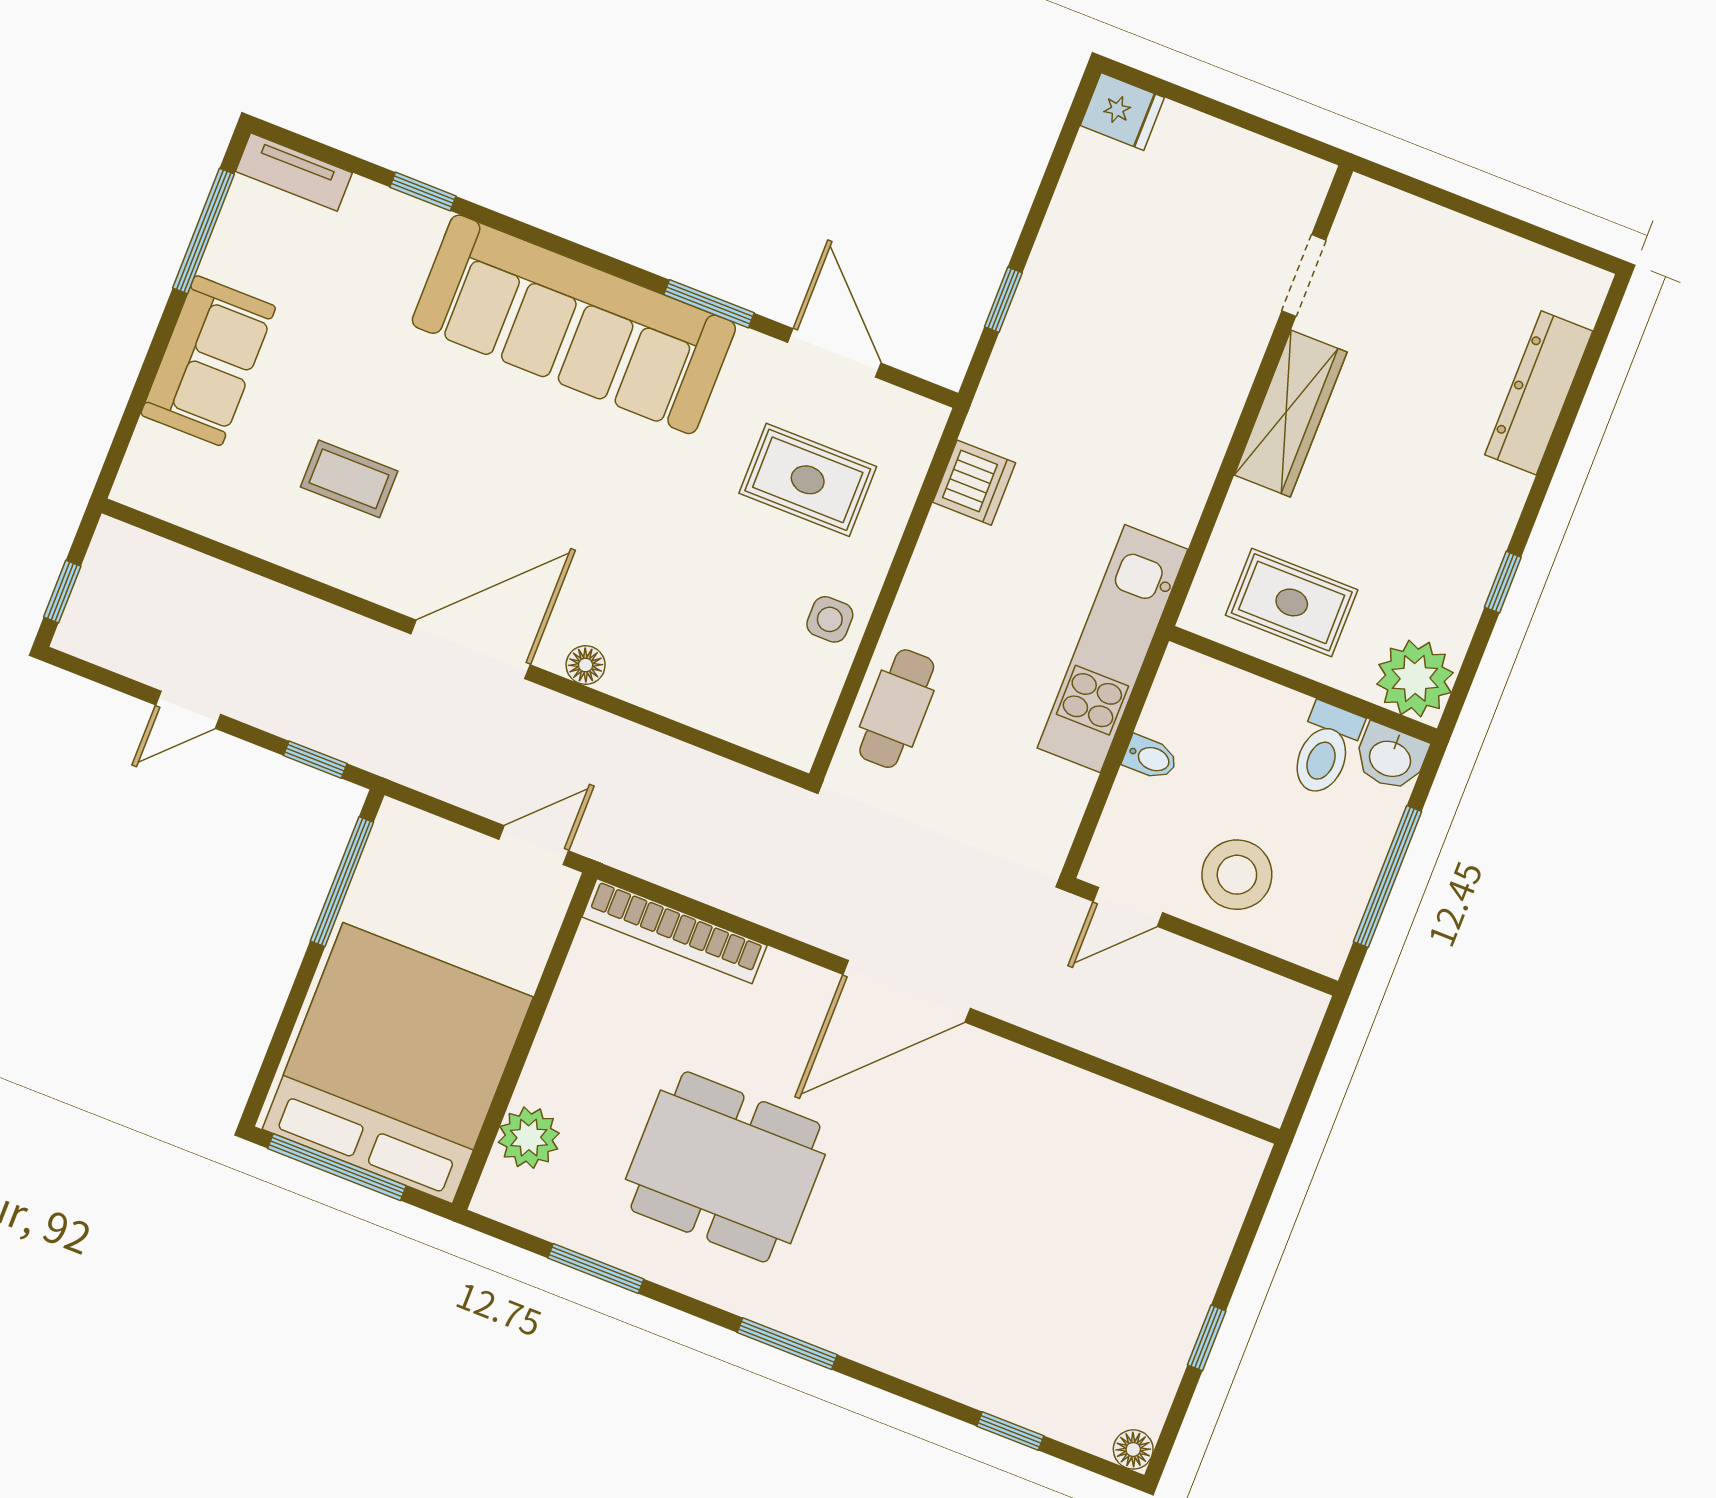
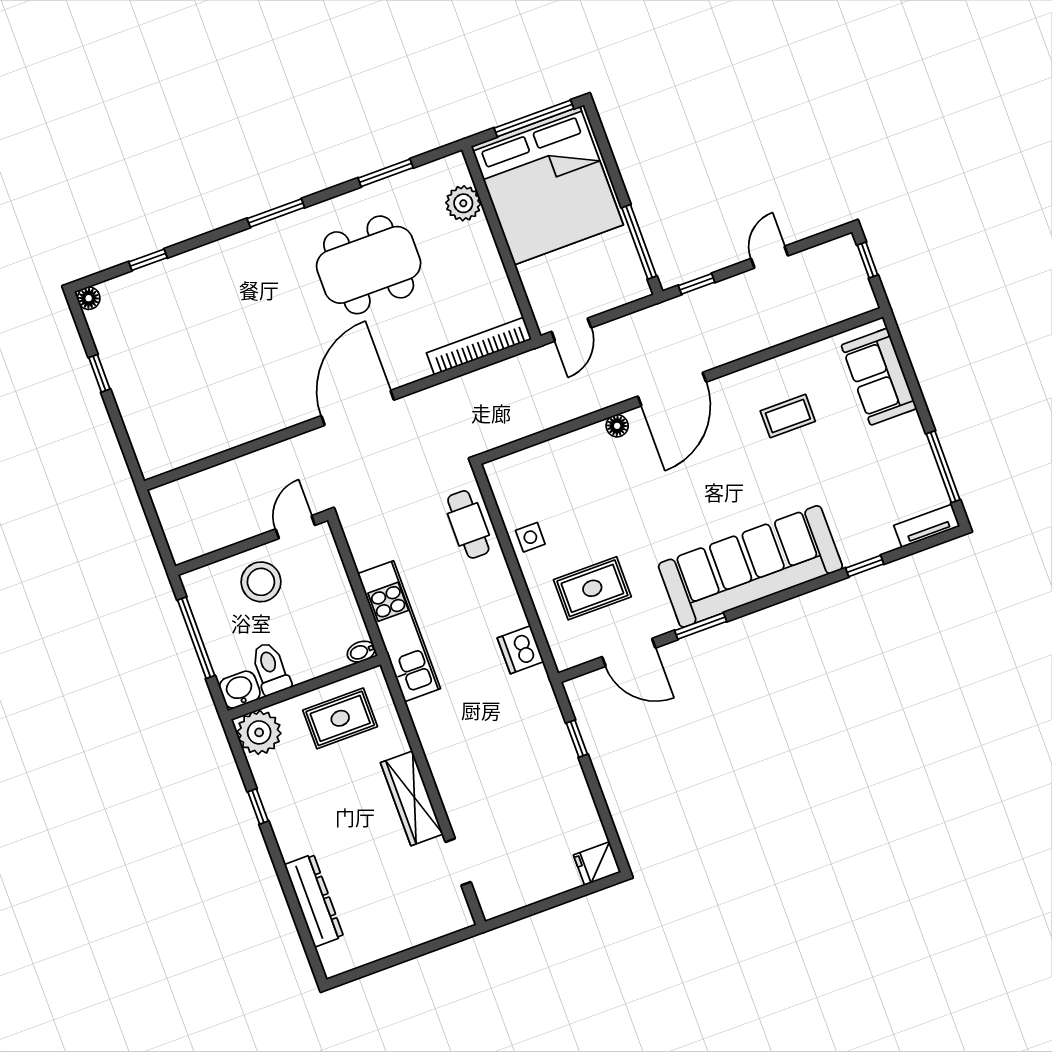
sofa: (208, 361) -> (879, 377), moved
bidet: (1150, 758) -> (361, 652), moved

